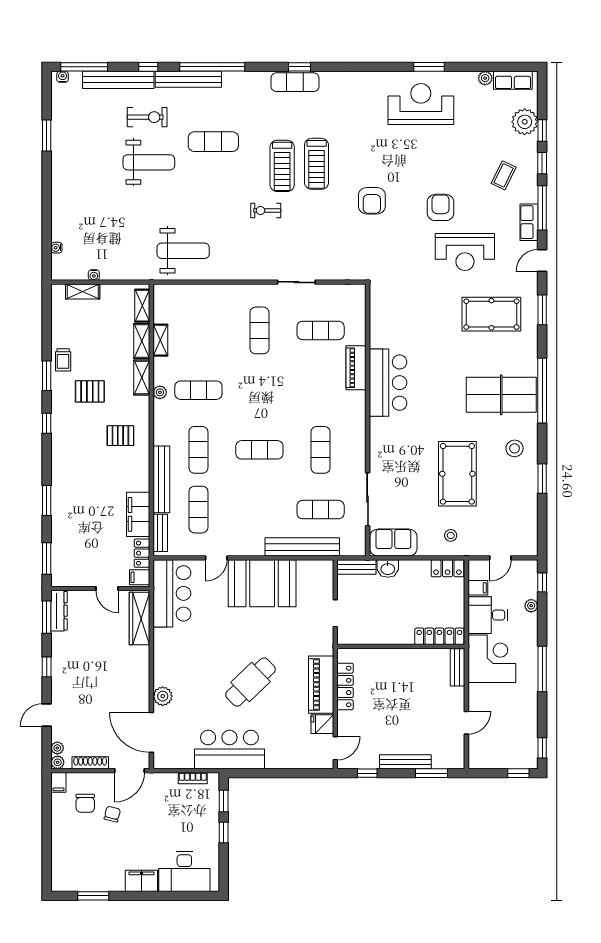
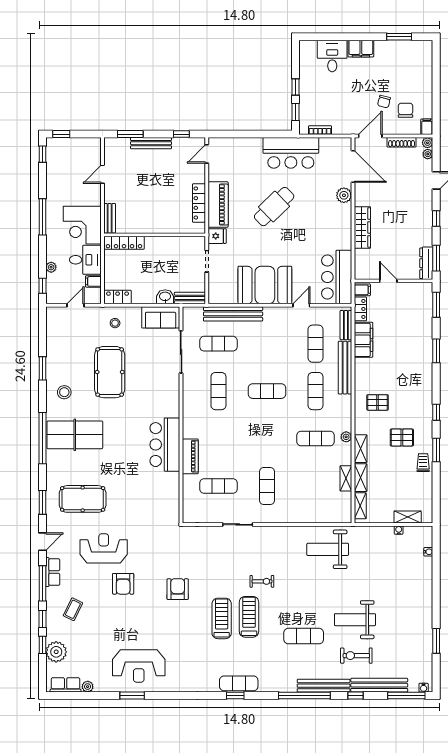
wardrobe: (139, 618) -> (362, 227), moved
fridge: (322, 724) -> (217, 236), moved
desk: (184, 871) -> (332, 56), width x0.73

